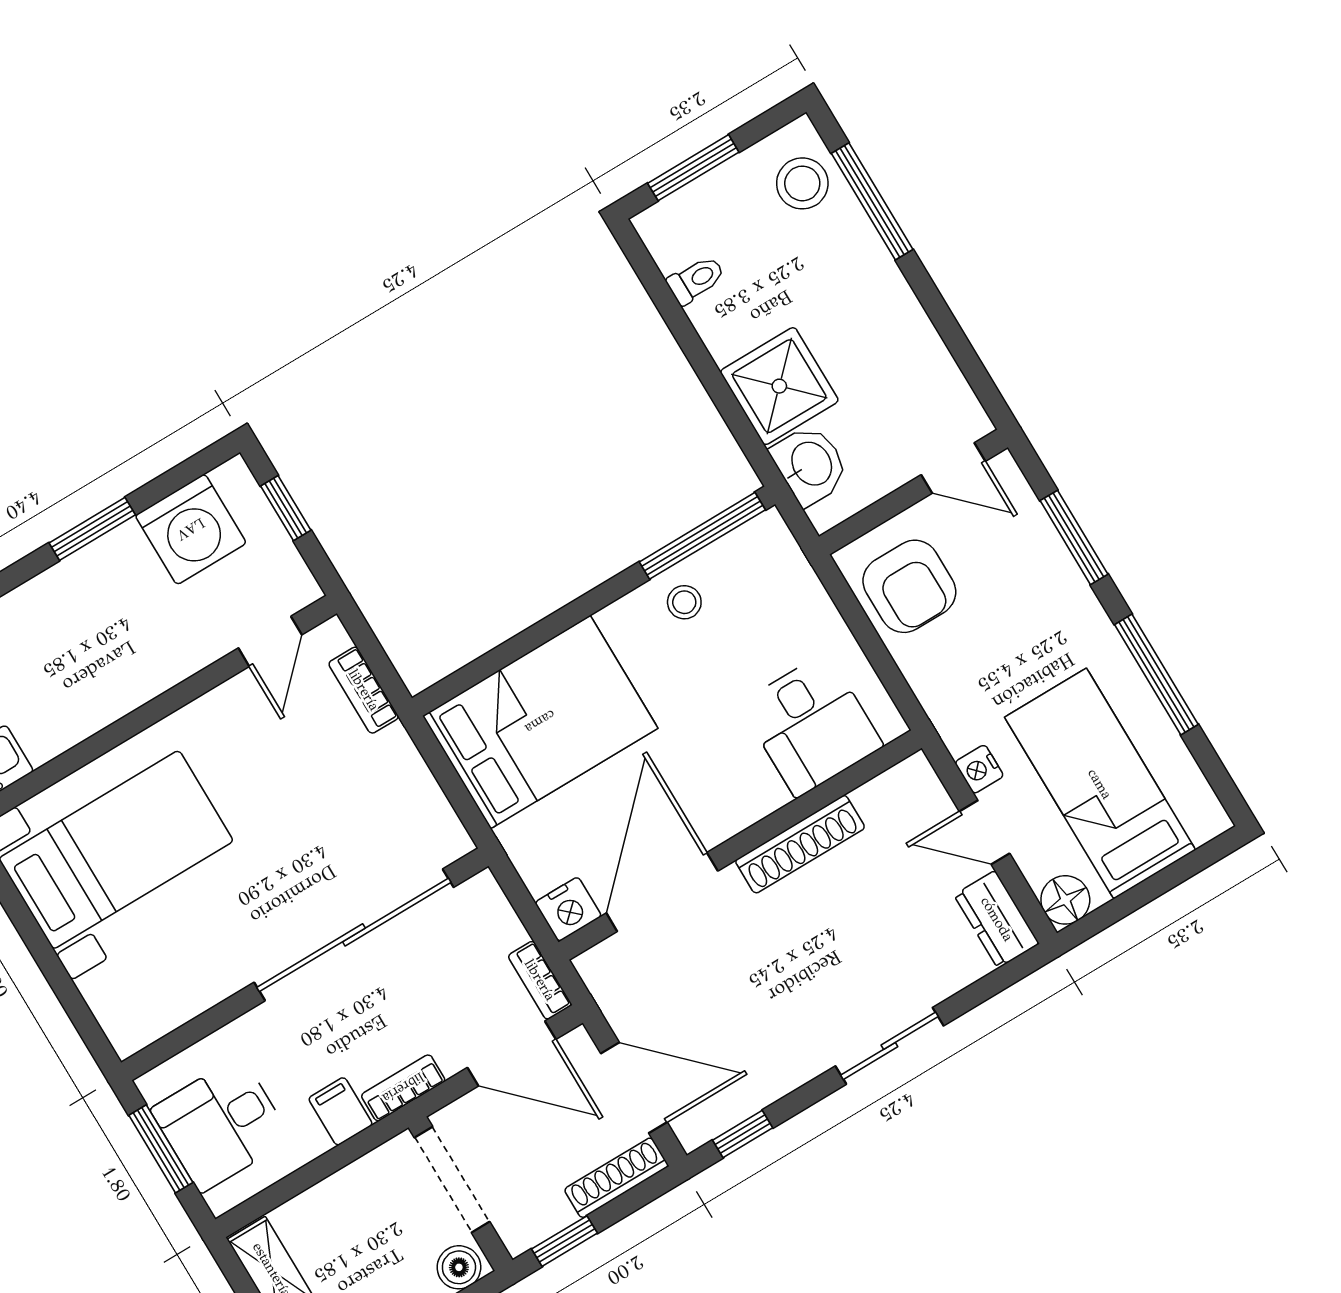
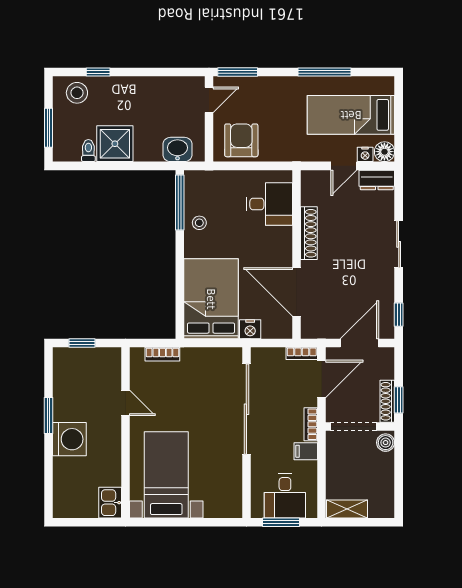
window: (872, 201) -> (98, 72), width x0.46
shower: (779, 386) -> (115, 144), moved
washing machine: (191, 529) -> (69, 439), moved
window: (1074, 537) -> (238, 72), moved
armchair: (909, 586) -> (241, 140), turned -90
door: (270, 641) -> (126, 403), moved
nightstand: (979, 769) -> (365, 154), moved
nightstand: (568, 909) -> (250, 329), moved, turned 90
shoe rack: (616, 1178) -> (387, 401), moved

